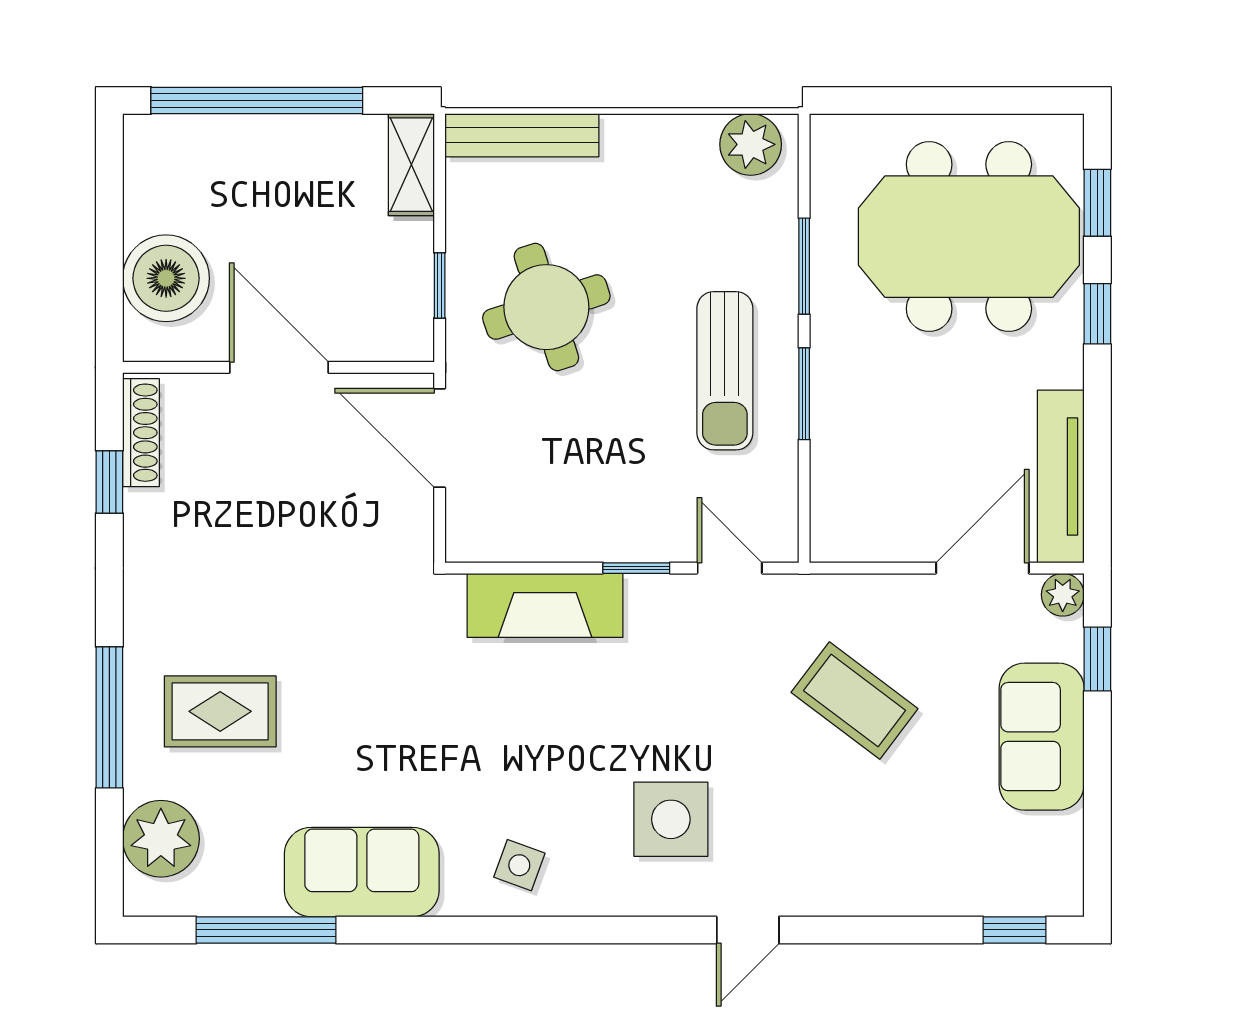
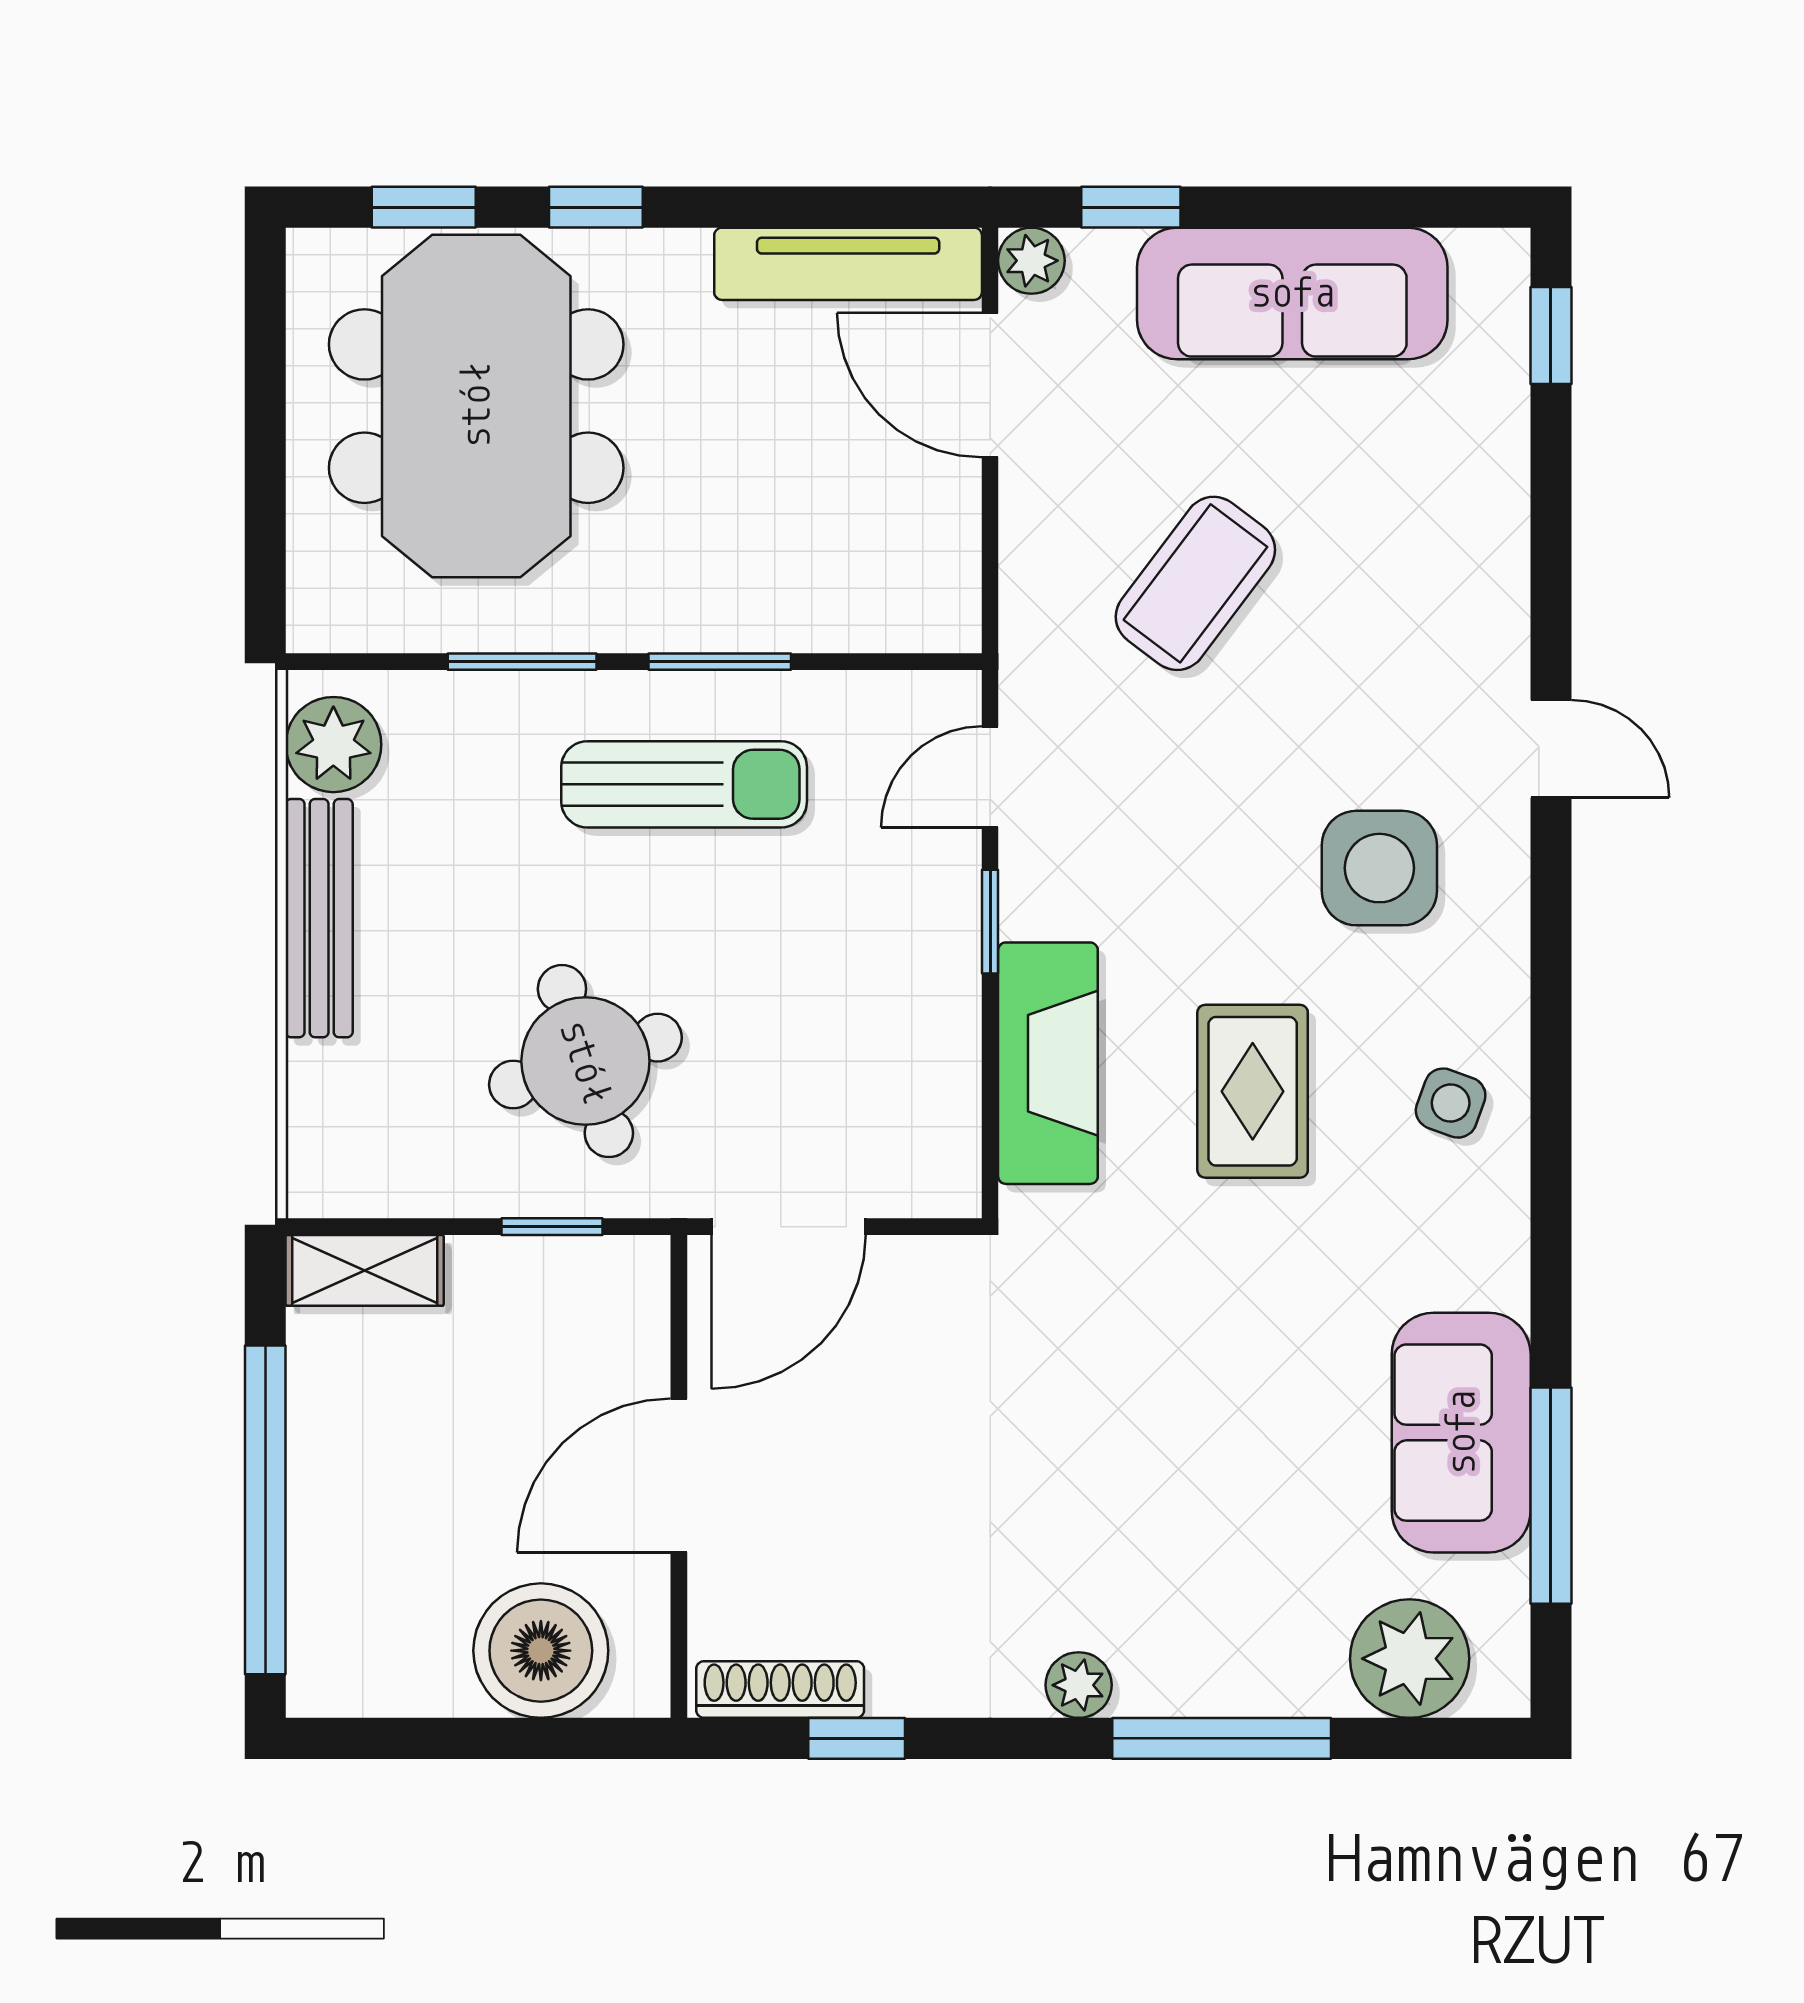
bench: (522, 135) -> (319, 918), moved
plant: (144, 625) -> (1079, 1685), added
rug: (220, 711) -> (1253, 1091), moved
sofa: (1042, 737) -> (1292, 293), width x1.36
sofa: (362, 872) -> (1461, 1433), moved

